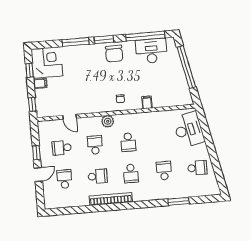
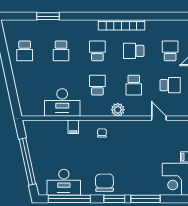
desk: (189, 130) -> (62, 102), moved, turned -78
school desk: (197, 168) -> (25, 51), turned -90
school desk: (64, 179) -> (170, 51), turned 180

